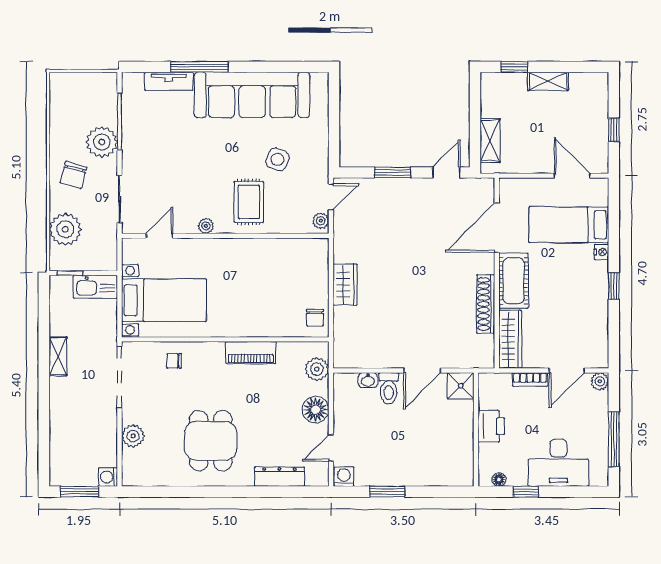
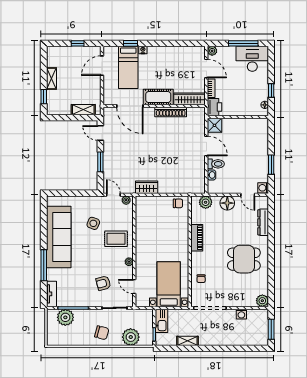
tv unit: (169, 81) -> (51, 294), moved
plant: (102, 142) -> (65, 317), moved
armchair: (166, 178) -> (103, 283), added
wardrobe: (345, 285) -> (147, 187), moved
window: (614, 286) -> (131, 43), moved
shelving: (58, 356) -> (187, 341), moved
printer: (491, 426) -> (214, 107), moved, turned 90
plant: (133, 436) -> (262, 301), moved
desk: (558, 463) -> (252, 59), moved, turned -90
washing machine: (108, 477) -> (241, 314), moved

